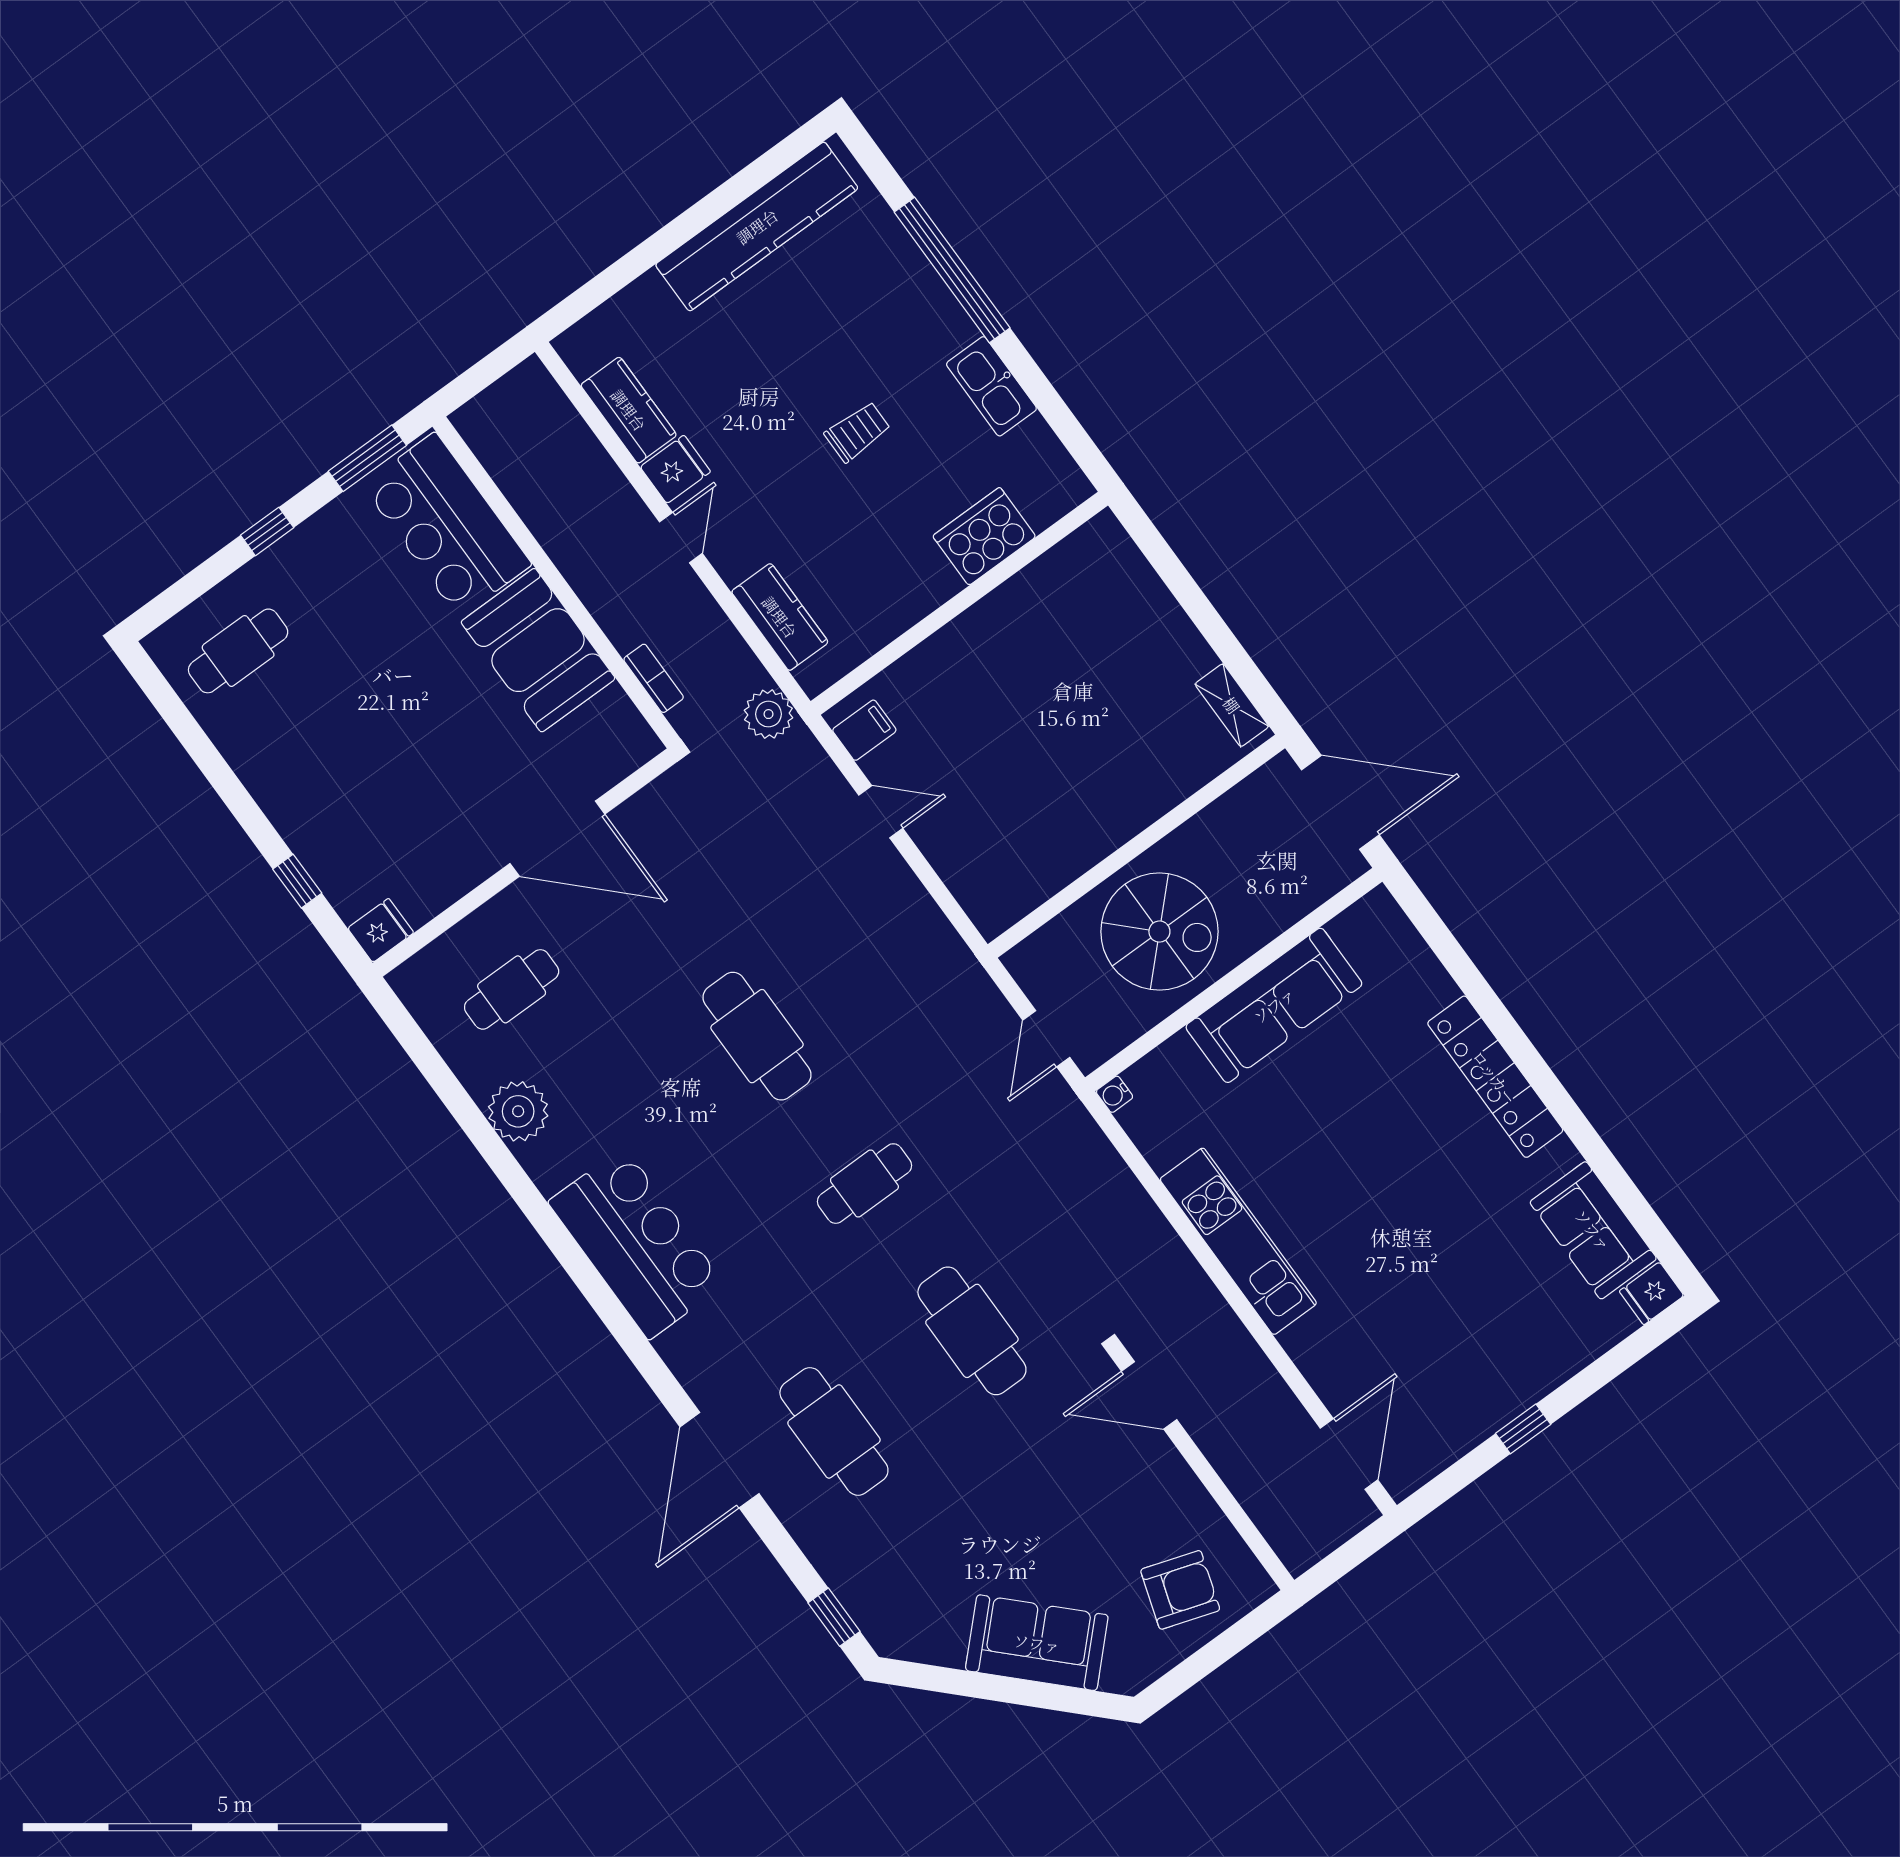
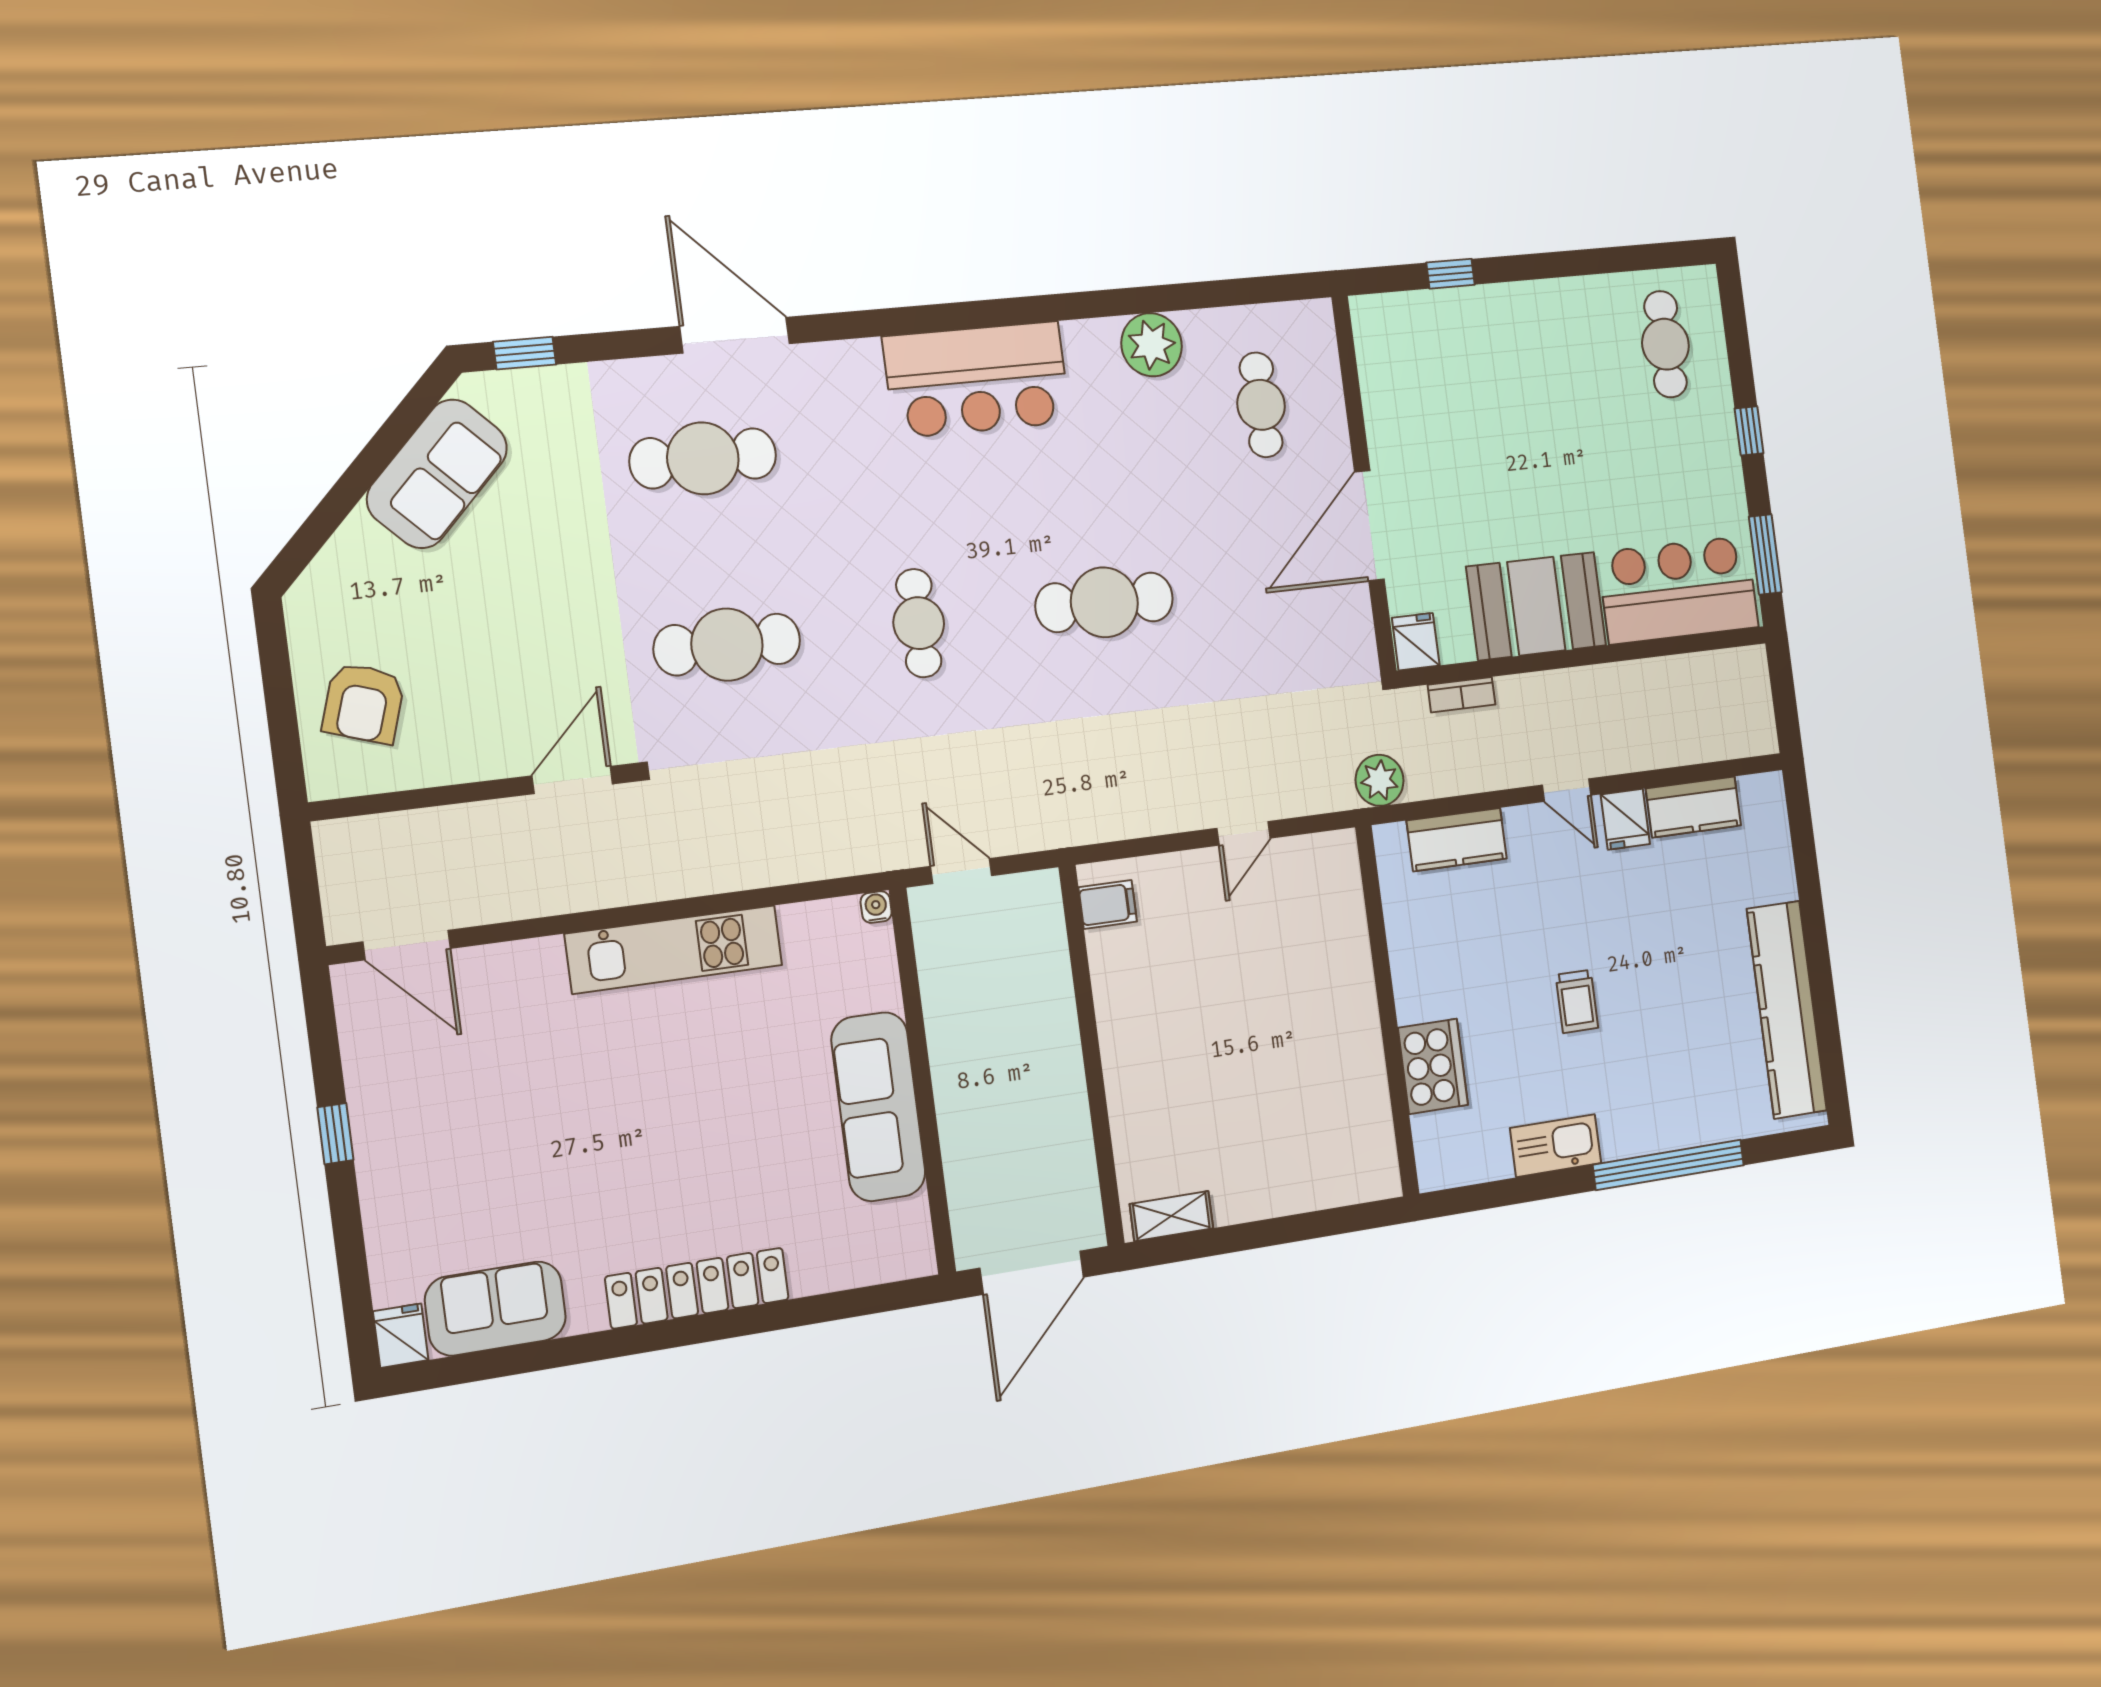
filing cabinet: (864, 730) -> (1108, 904), moved, turned -90
fridge: (381, 930) -> (1416, 642), moved, turned 180
spiral stairs: (1159, 932) -> (1003, 1034), removed
sofa: (1037, 1643) -> (437, 474), moved

